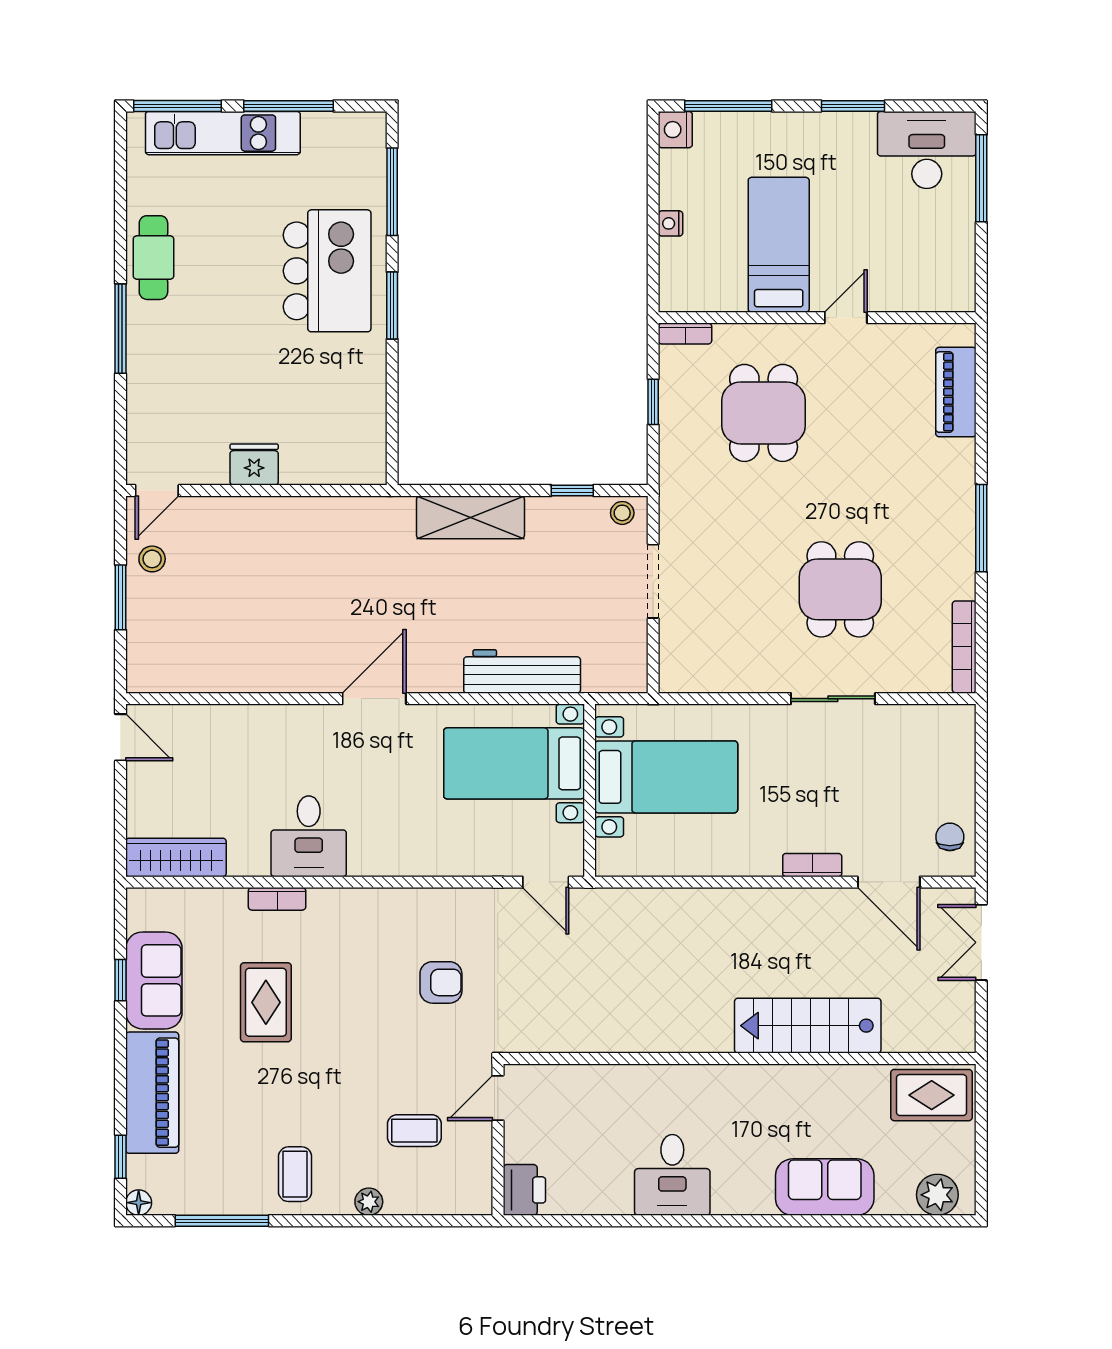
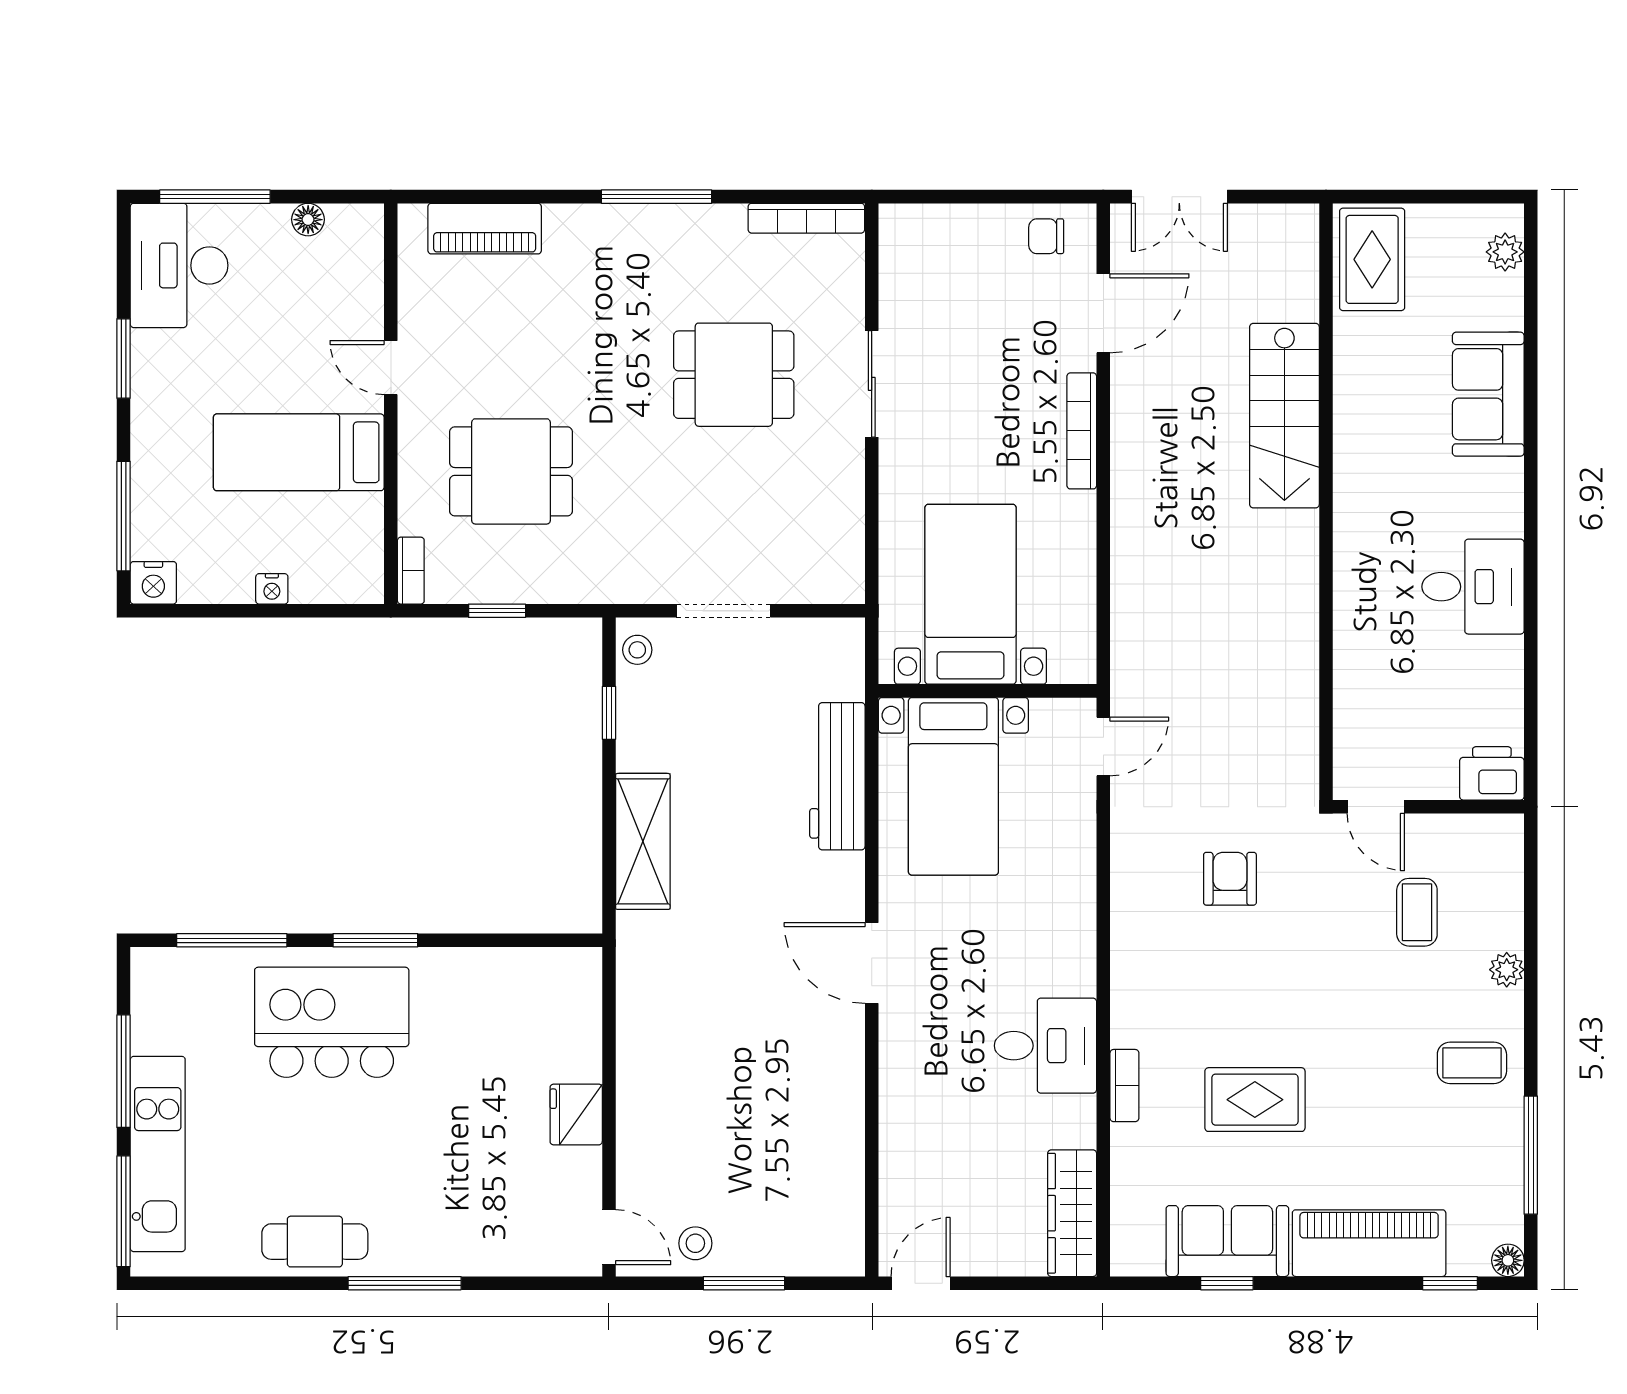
floor lamp: (963, 252) -> (308, 220), added
bookcase: (812, 865) -> (1082, 431), width x1.56
plant: (937, 1195) -> (1505, 252), width x0.73, depth x0.73

